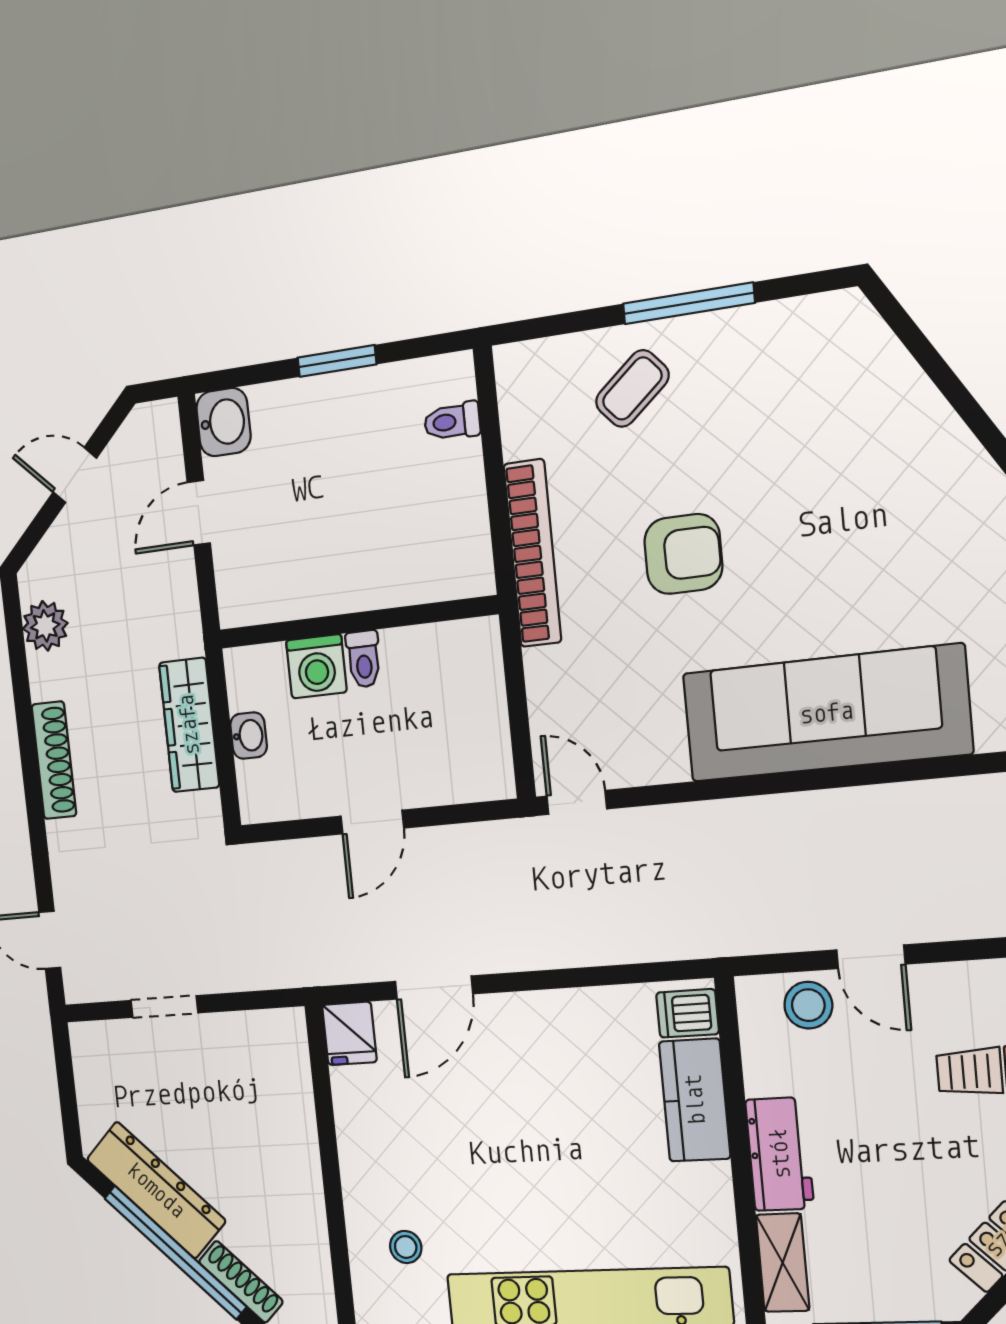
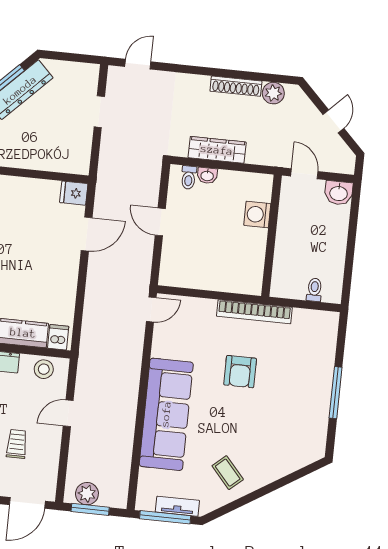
window: (337, 361) -> (351, 247), removed
coffee table: (632, 388) -> (228, 473), moved
wall: (357, 622) -> (271, 236), moved
toilet: (364, 659) -> (189, 177), moved, turned -90
washing machine: (316, 666) -> (257, 214), moved
shoe rack: (54, 760) -> (236, 86), moved
door: (434, 988) -> (87, 234), swing flipped
stool: (808, 1005) -> (44, 369), moved

